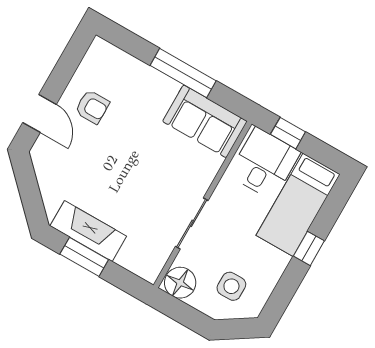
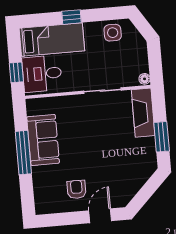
sofa: (205, 121) -> (43, 140), moved
fireplace: (88, 231) -> (143, 113), moved
floor lamp: (180, 283) -> (145, 79), width x0.53, depth x0.53
side table: (231, 286) -> (113, 33), moved

